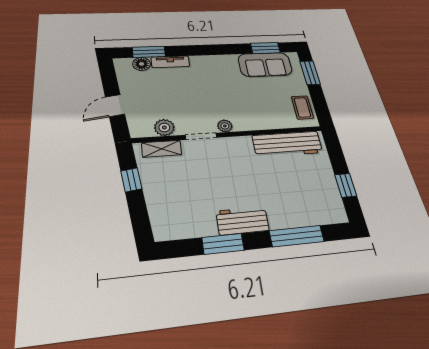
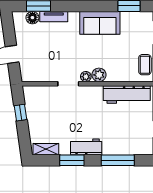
sofa: (265, 64) -> (100, 23), moved
plant: (164, 127) -> (99, 75), moved
shelving: (162, 149) -> (46, 149), moved

